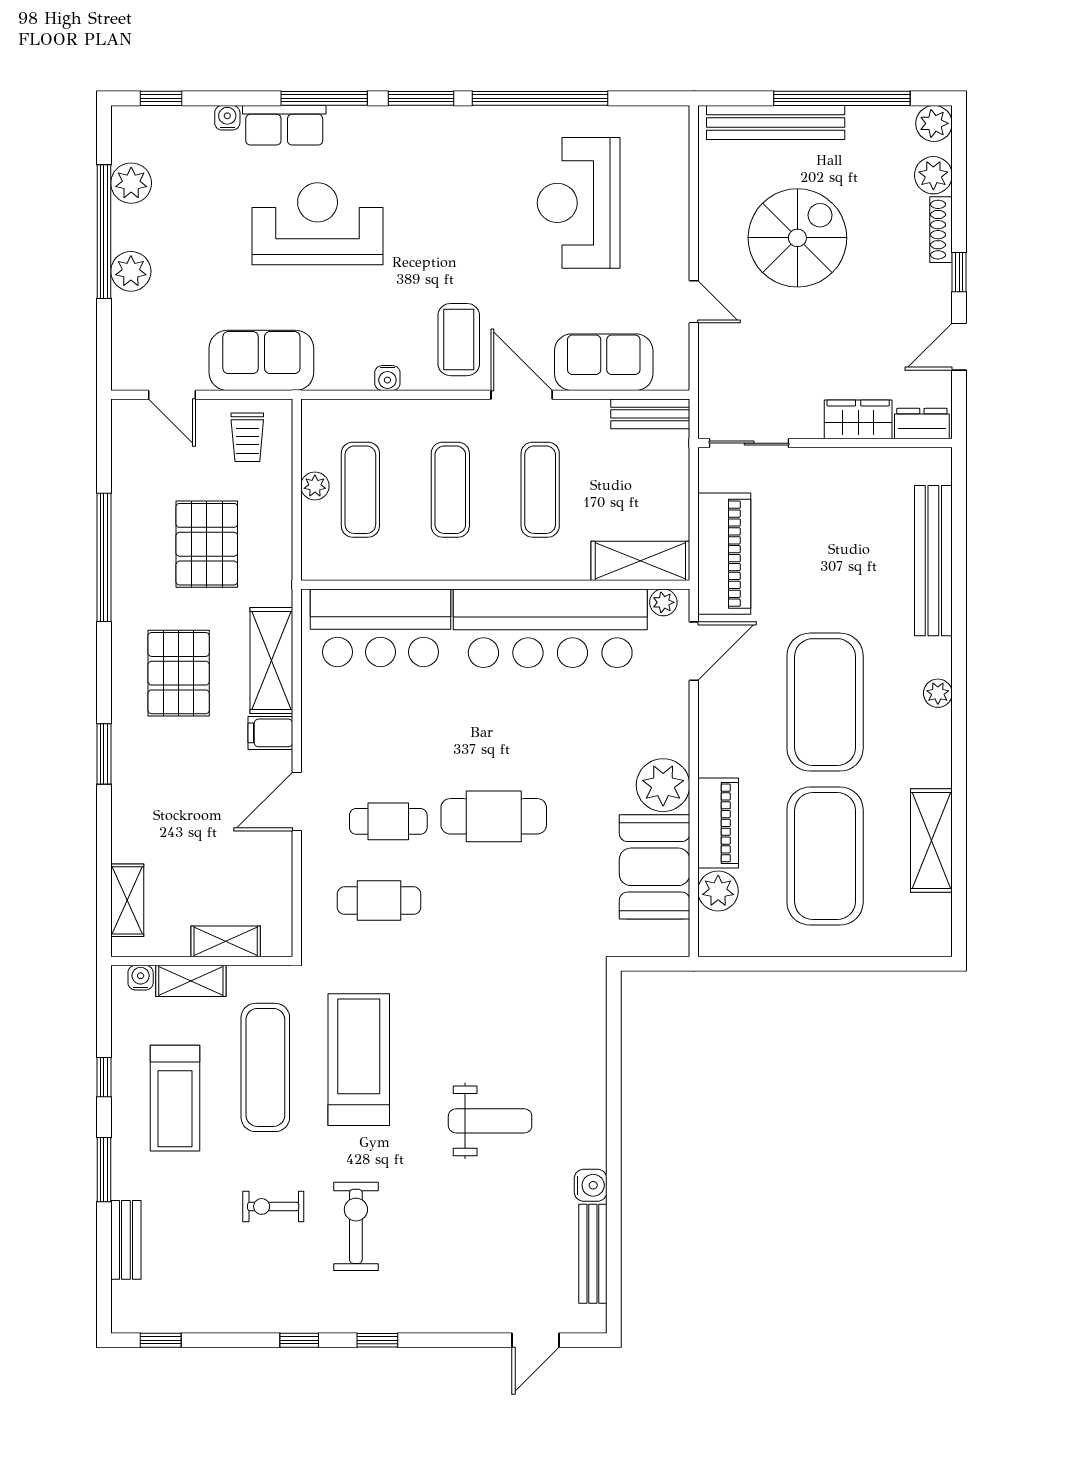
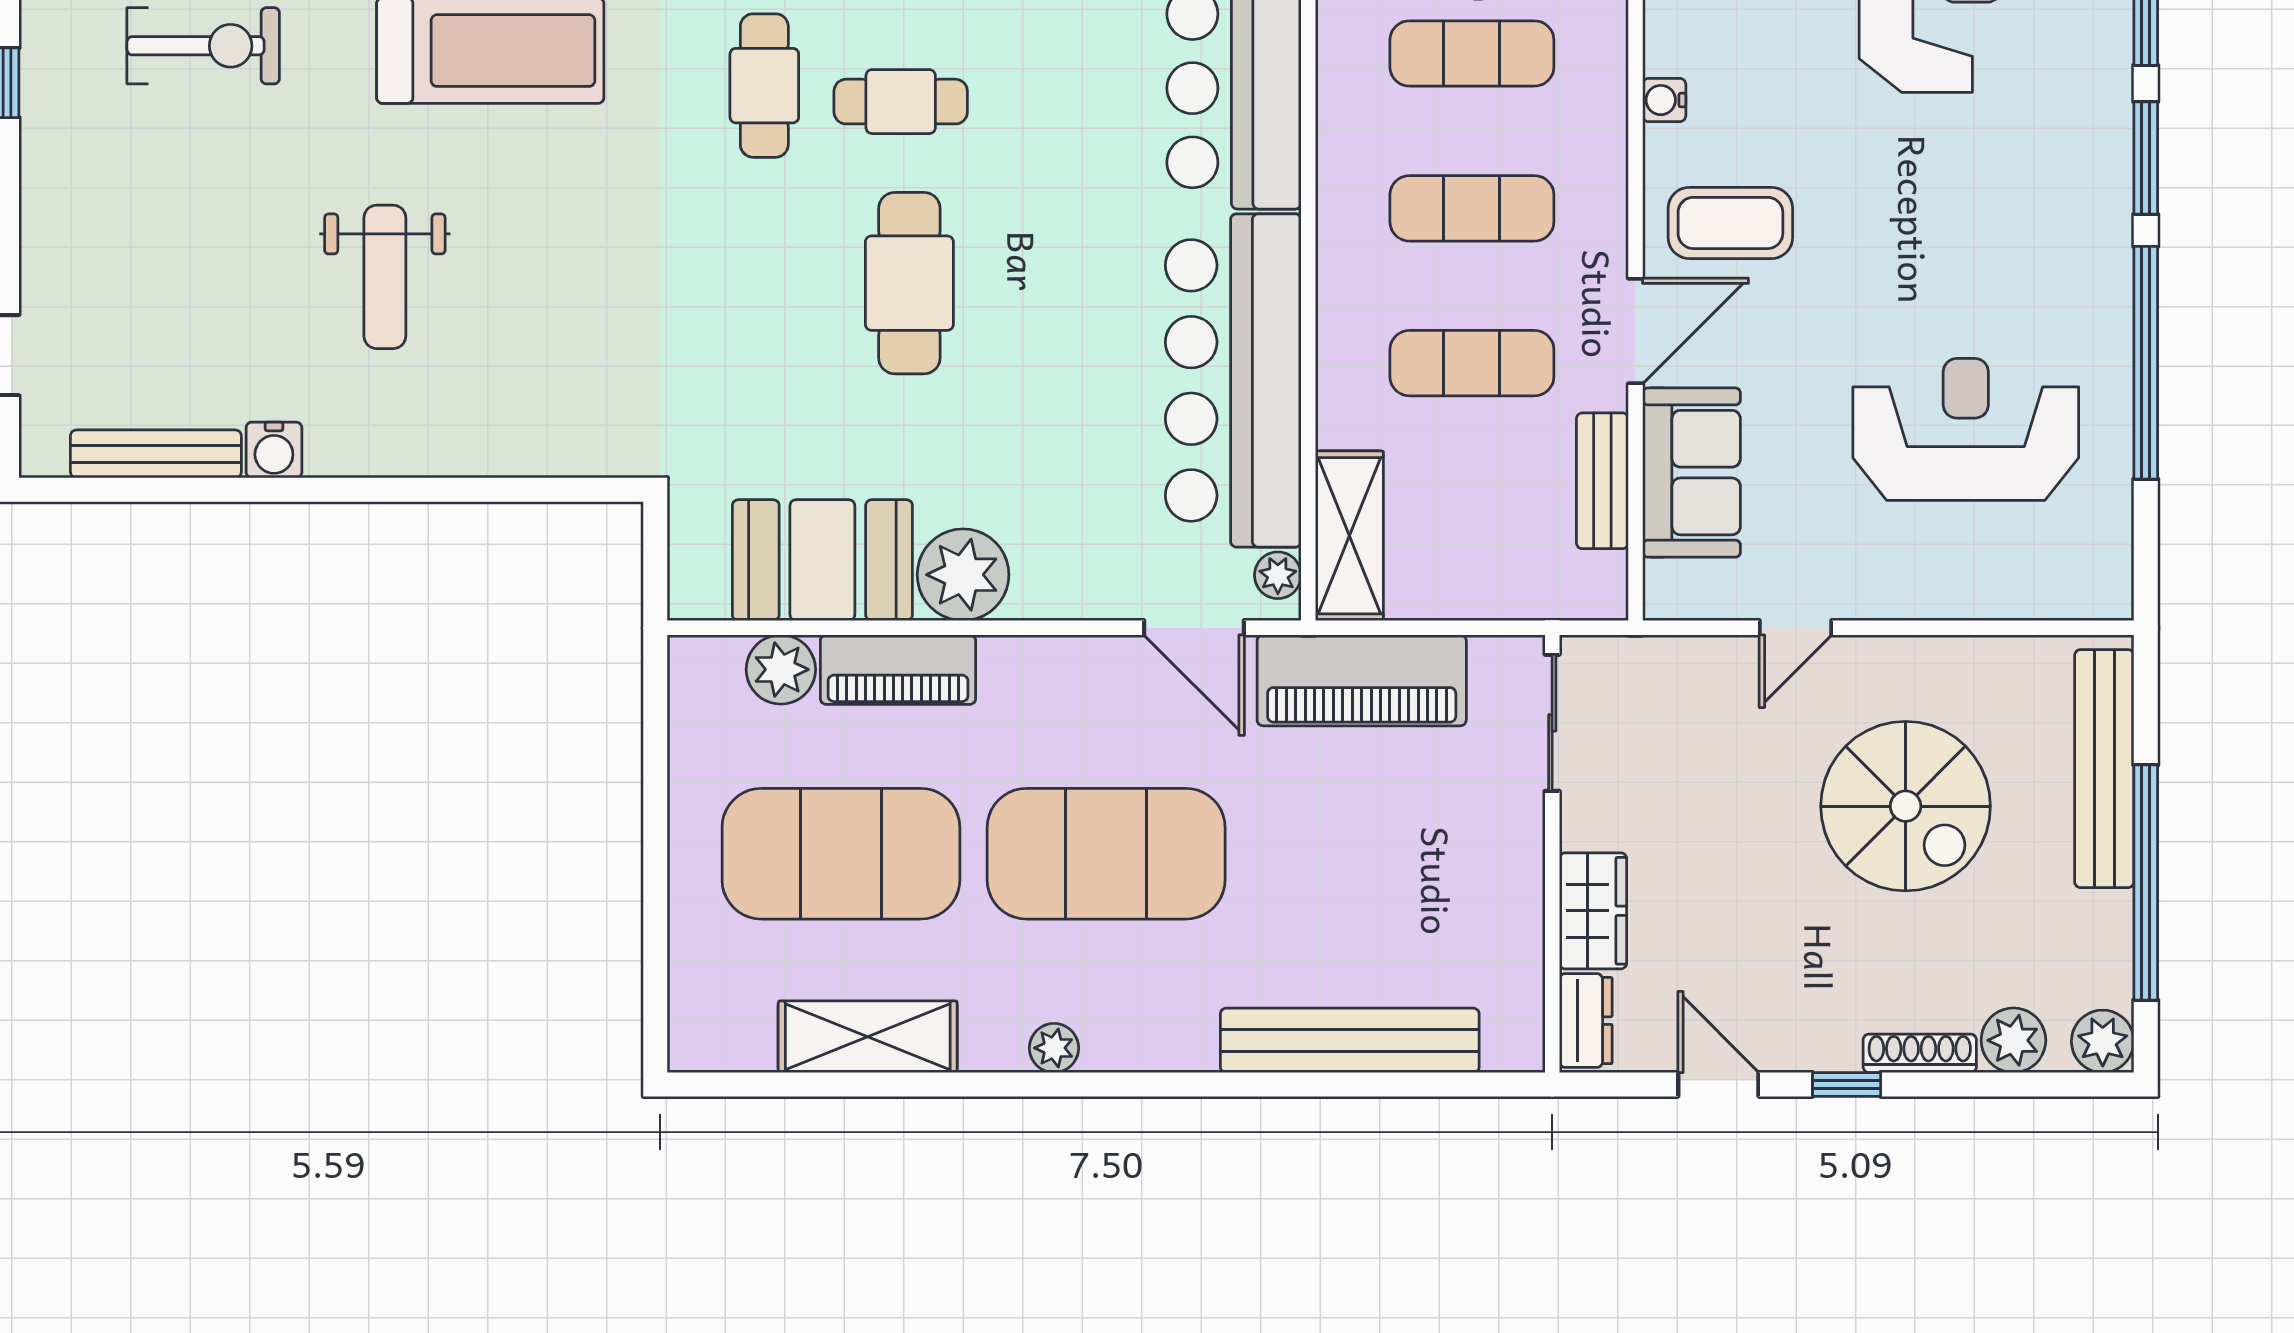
bench: (650, 414) -> (1602, 481), moved
plant: (938, 693) -> (1054, 1048), moved
cafe table: (388, 821) -> (901, 102), turned 90

